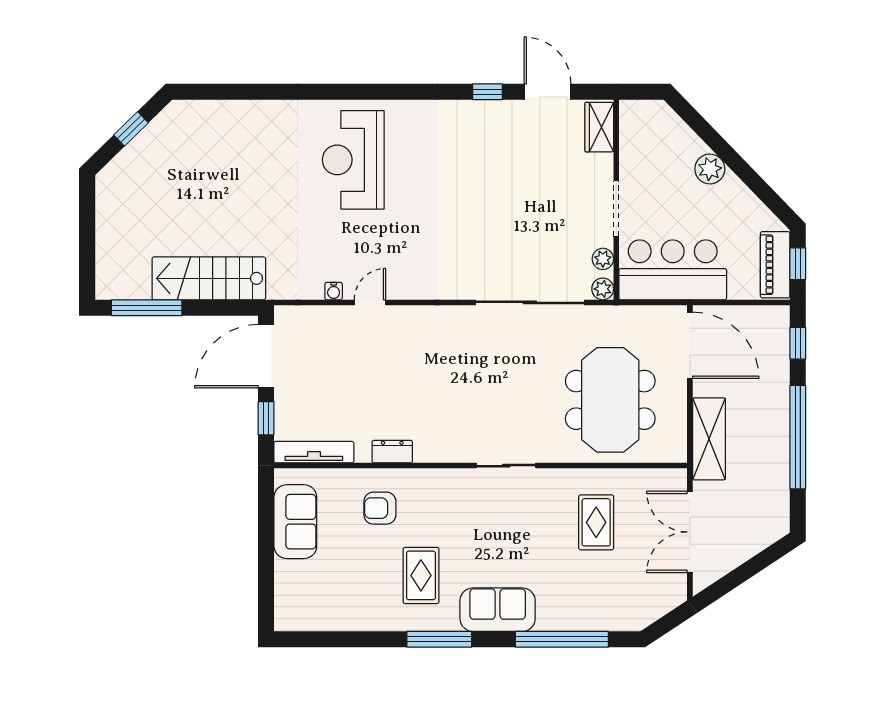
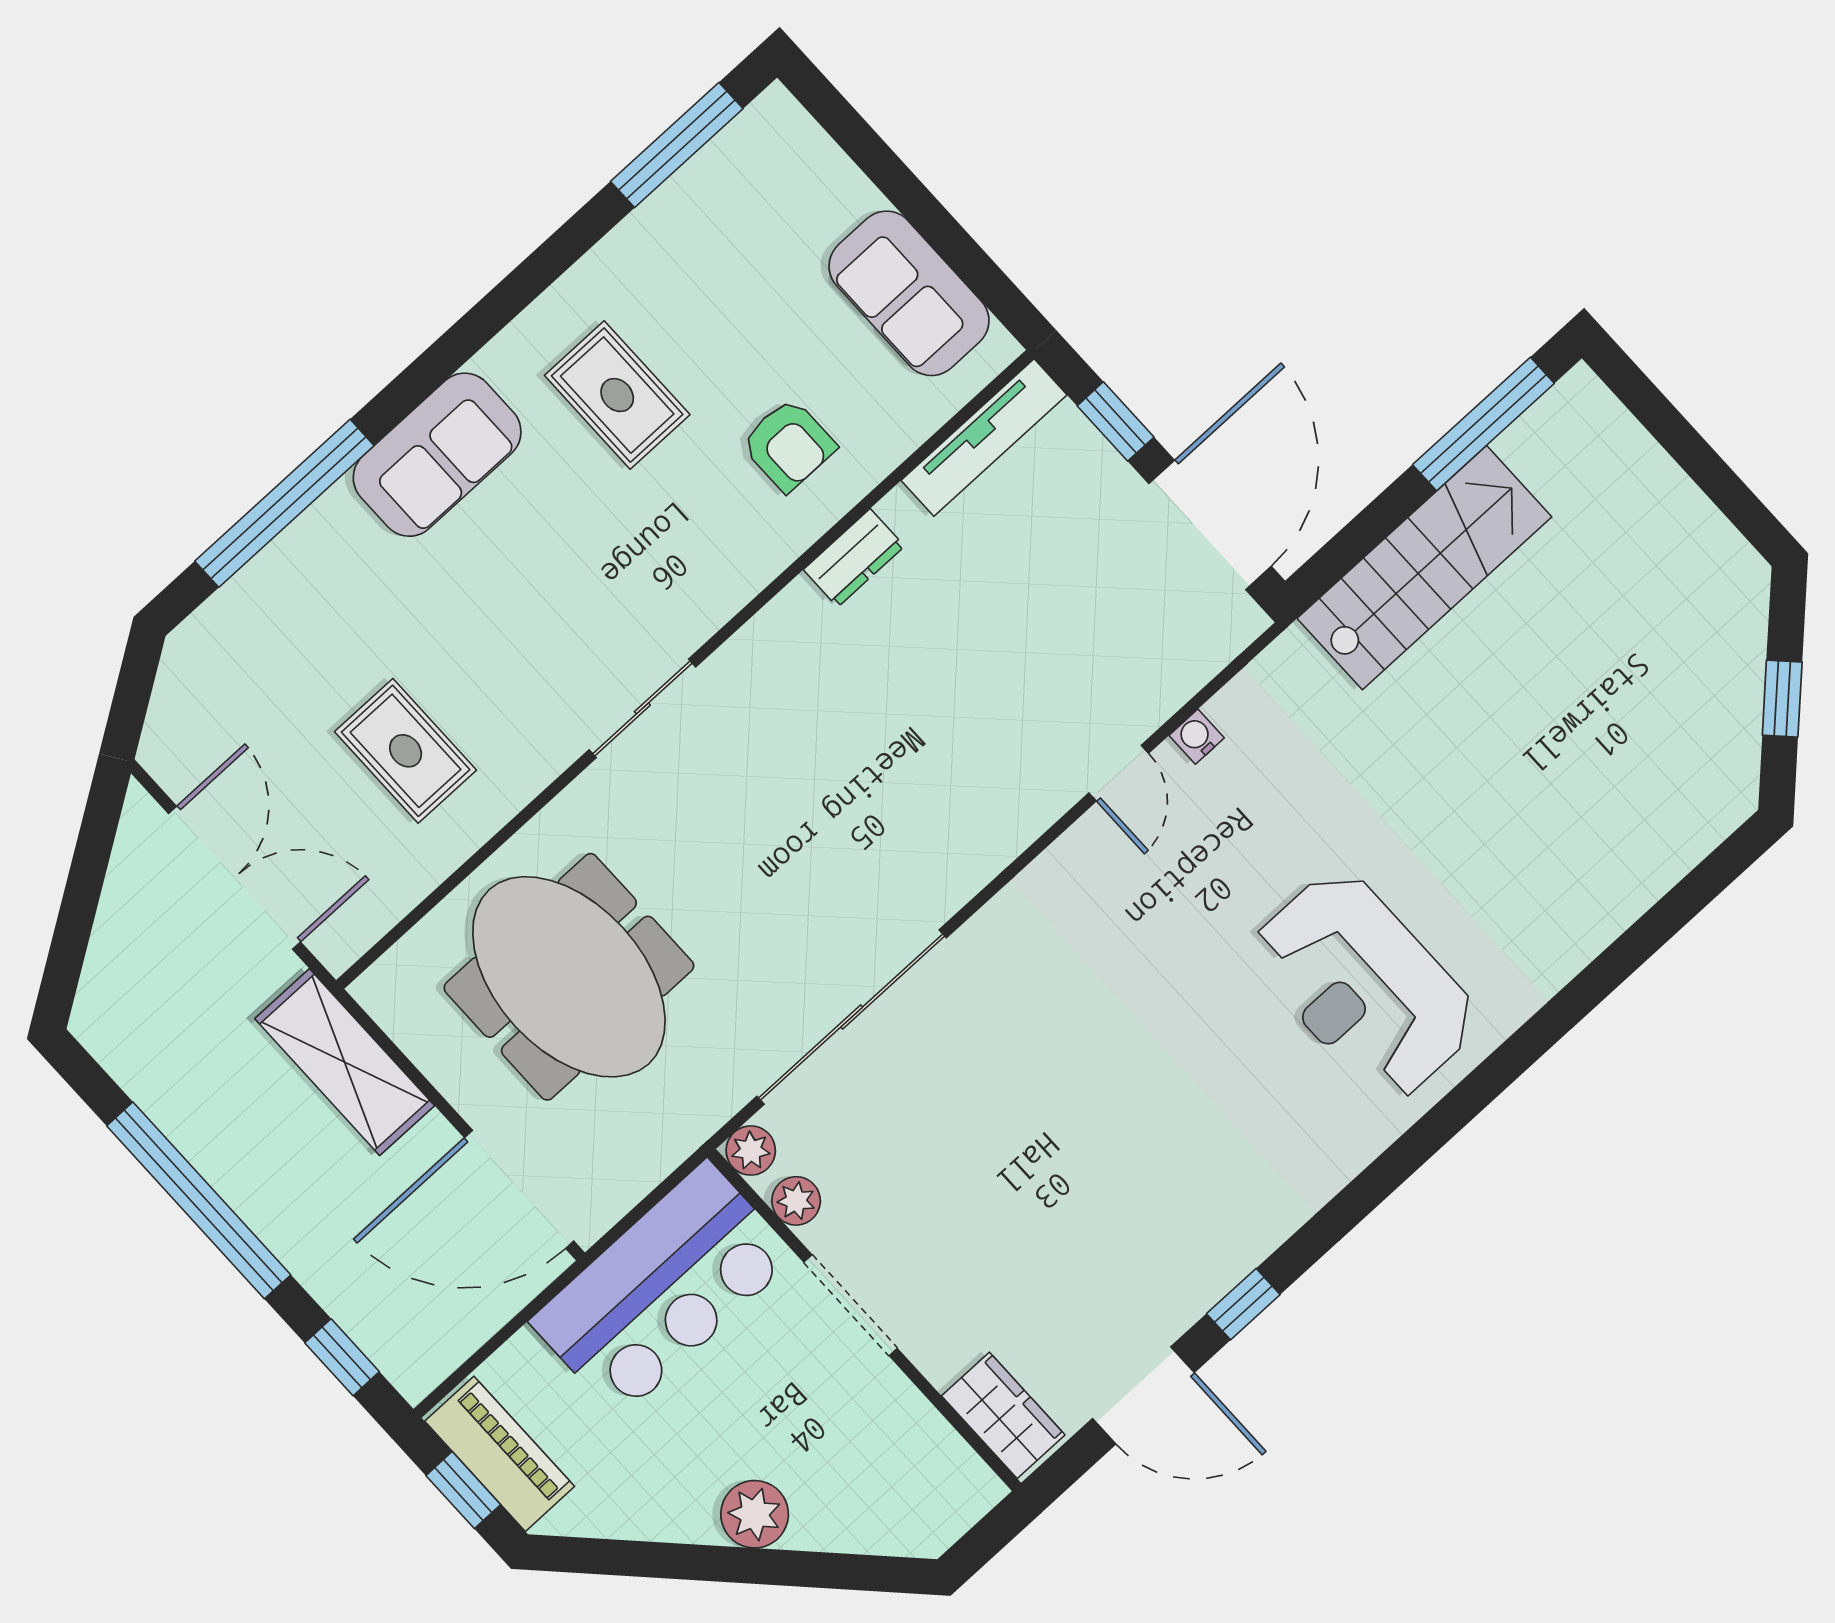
reception desk: (353, 160) -> (1364, 986), turned 180
armchair: (380, 508) -> (788, 445), turned 90
window: (439, 639) -> (677, 145), moved

